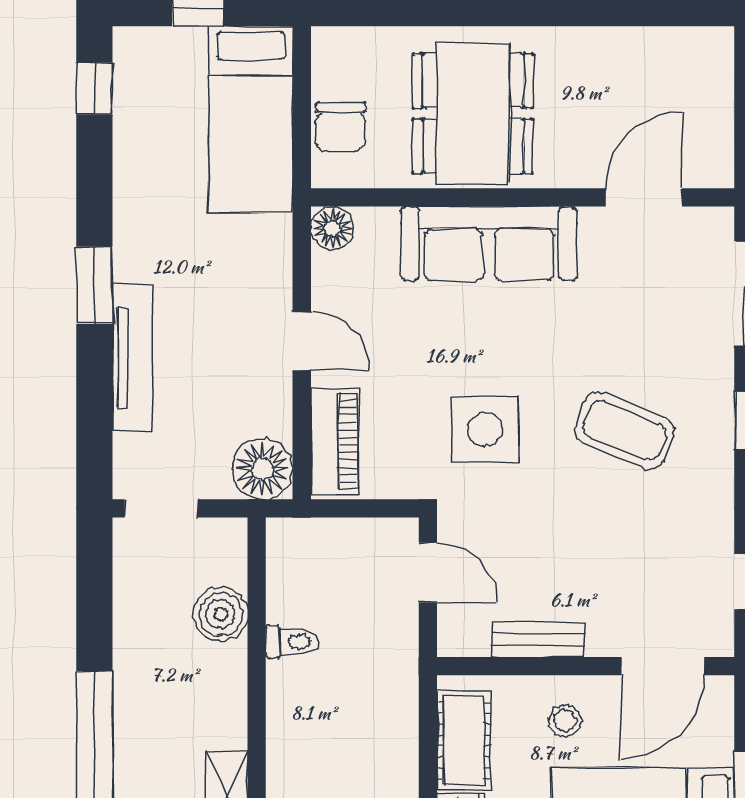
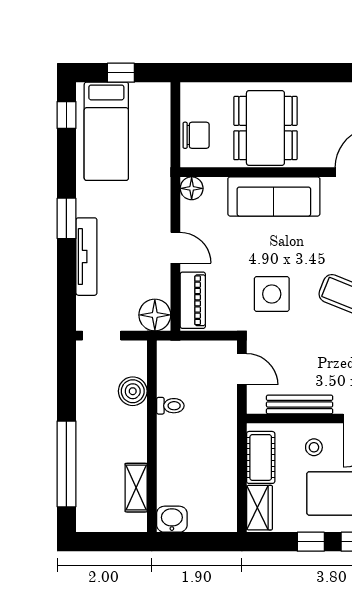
bed: (251, 120) -> (106, 131), moved
chair: (341, 127) -> (196, 135), turned -90
bench: (538, 639) -> (300, 404), width x1.36

